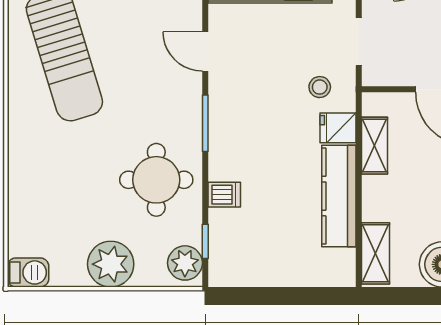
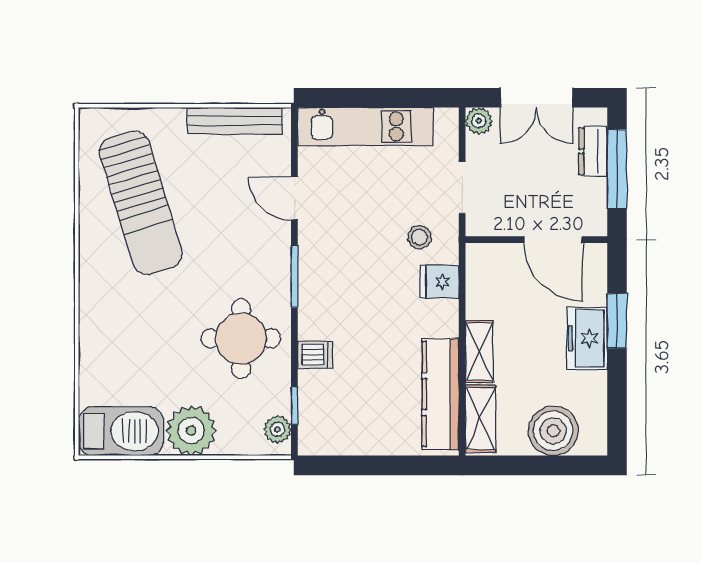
shelving: (375, 146) -> (479, 352), moved
kitchen counter: (339, 196) -> (440, 394), moved
plant: (185, 263) -> (278, 429), width x0.73, depth x0.73
barbecue: (28, 272) -> (121, 431), width x1.88, depth x1.53

